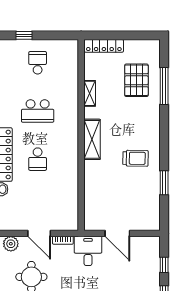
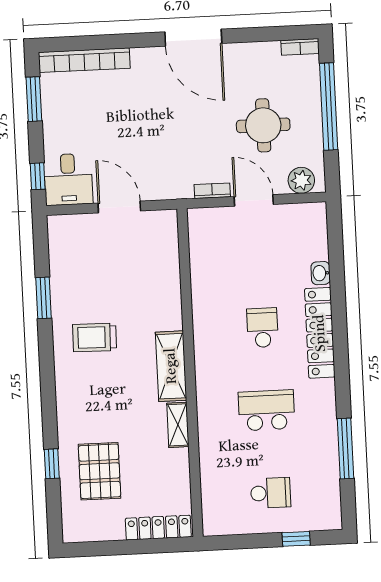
school desk: (38, 63) -> (271, 493), turned -90
window: (164, 86) -> (52, 464), width x0.46
shelving: (90, 93) -> (178, 425), moved
desk: (88, 251) -> (68, 179), moved
window: (164, 265) -> (38, 176), moved

